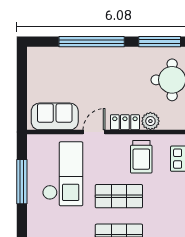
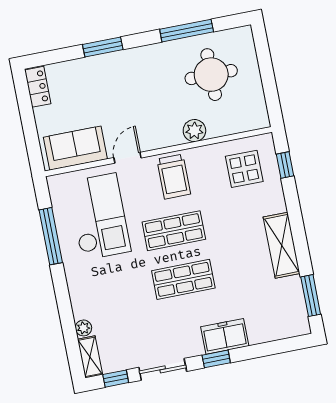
window: (92, 42) -> (103, 47), width x0.47
locker: (125, 122) -> (38, 87), moved, turned 90
trolley: (141, 157) -> (174, 177), moved

